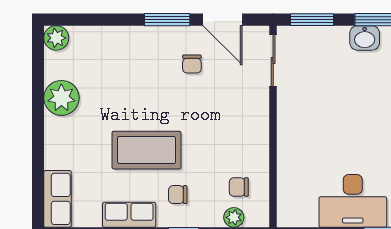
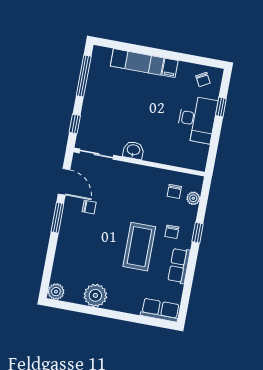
door: (223, 20) -> (64, 182), hinge flipped
window: (312, 20) -> (75, 124), width x0.67
washbasin: (365, 38) -> (133, 150), moved, turned -90

